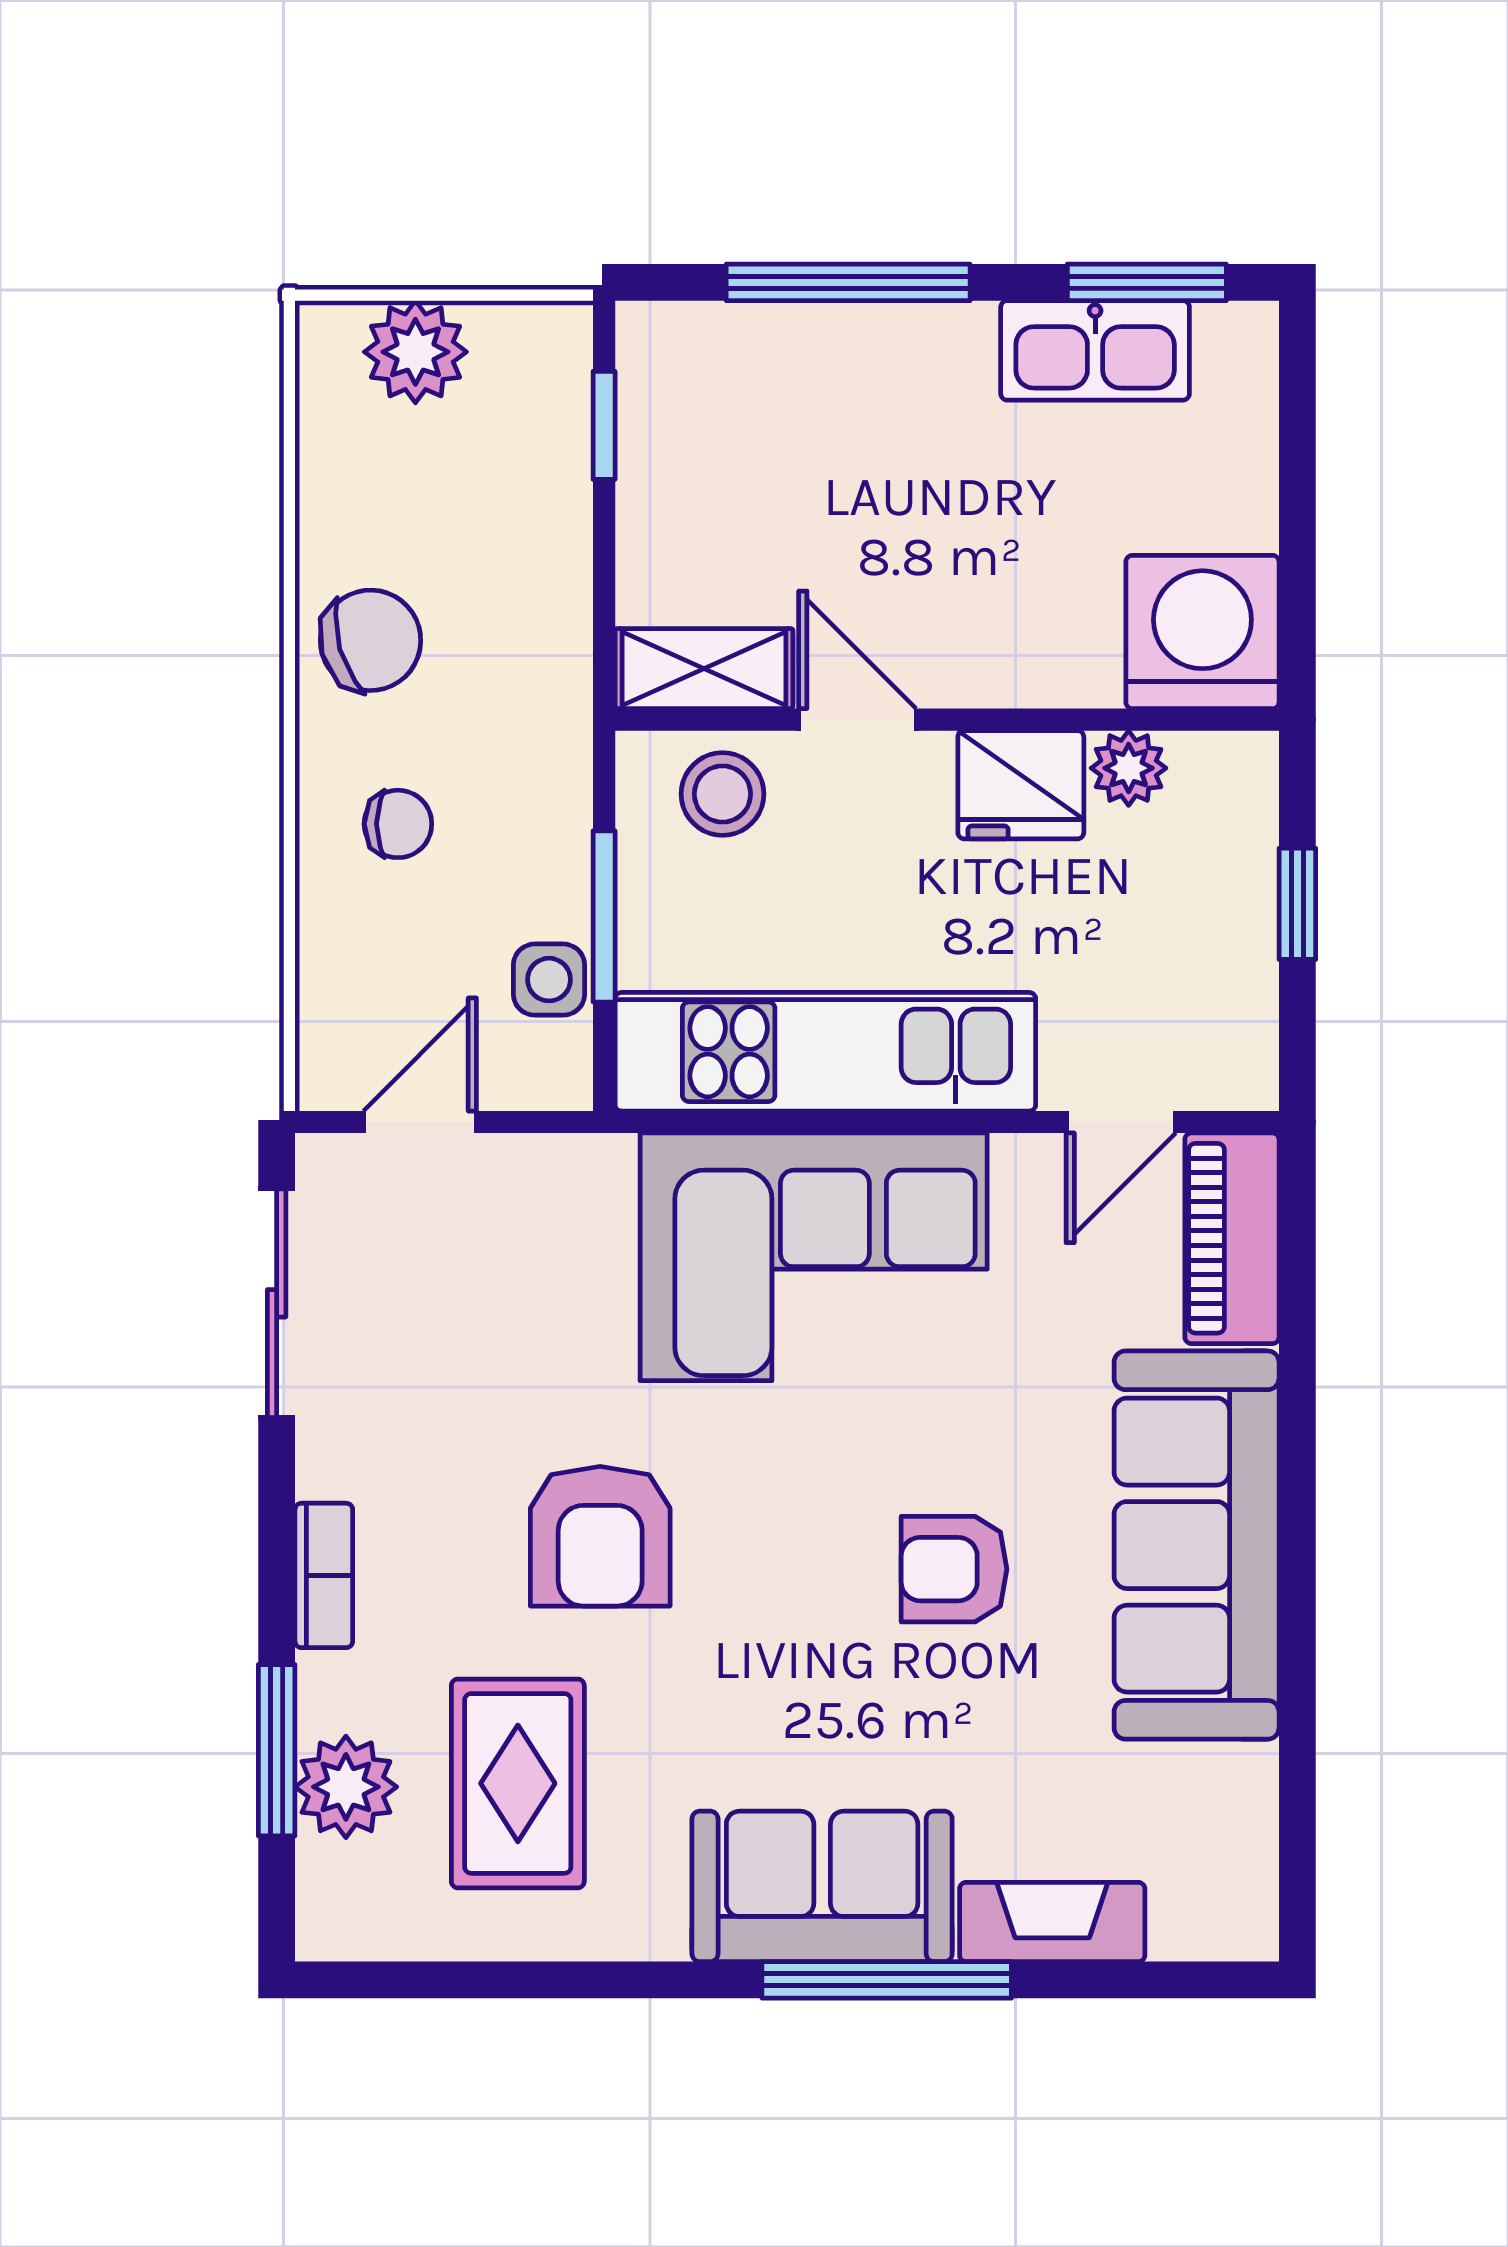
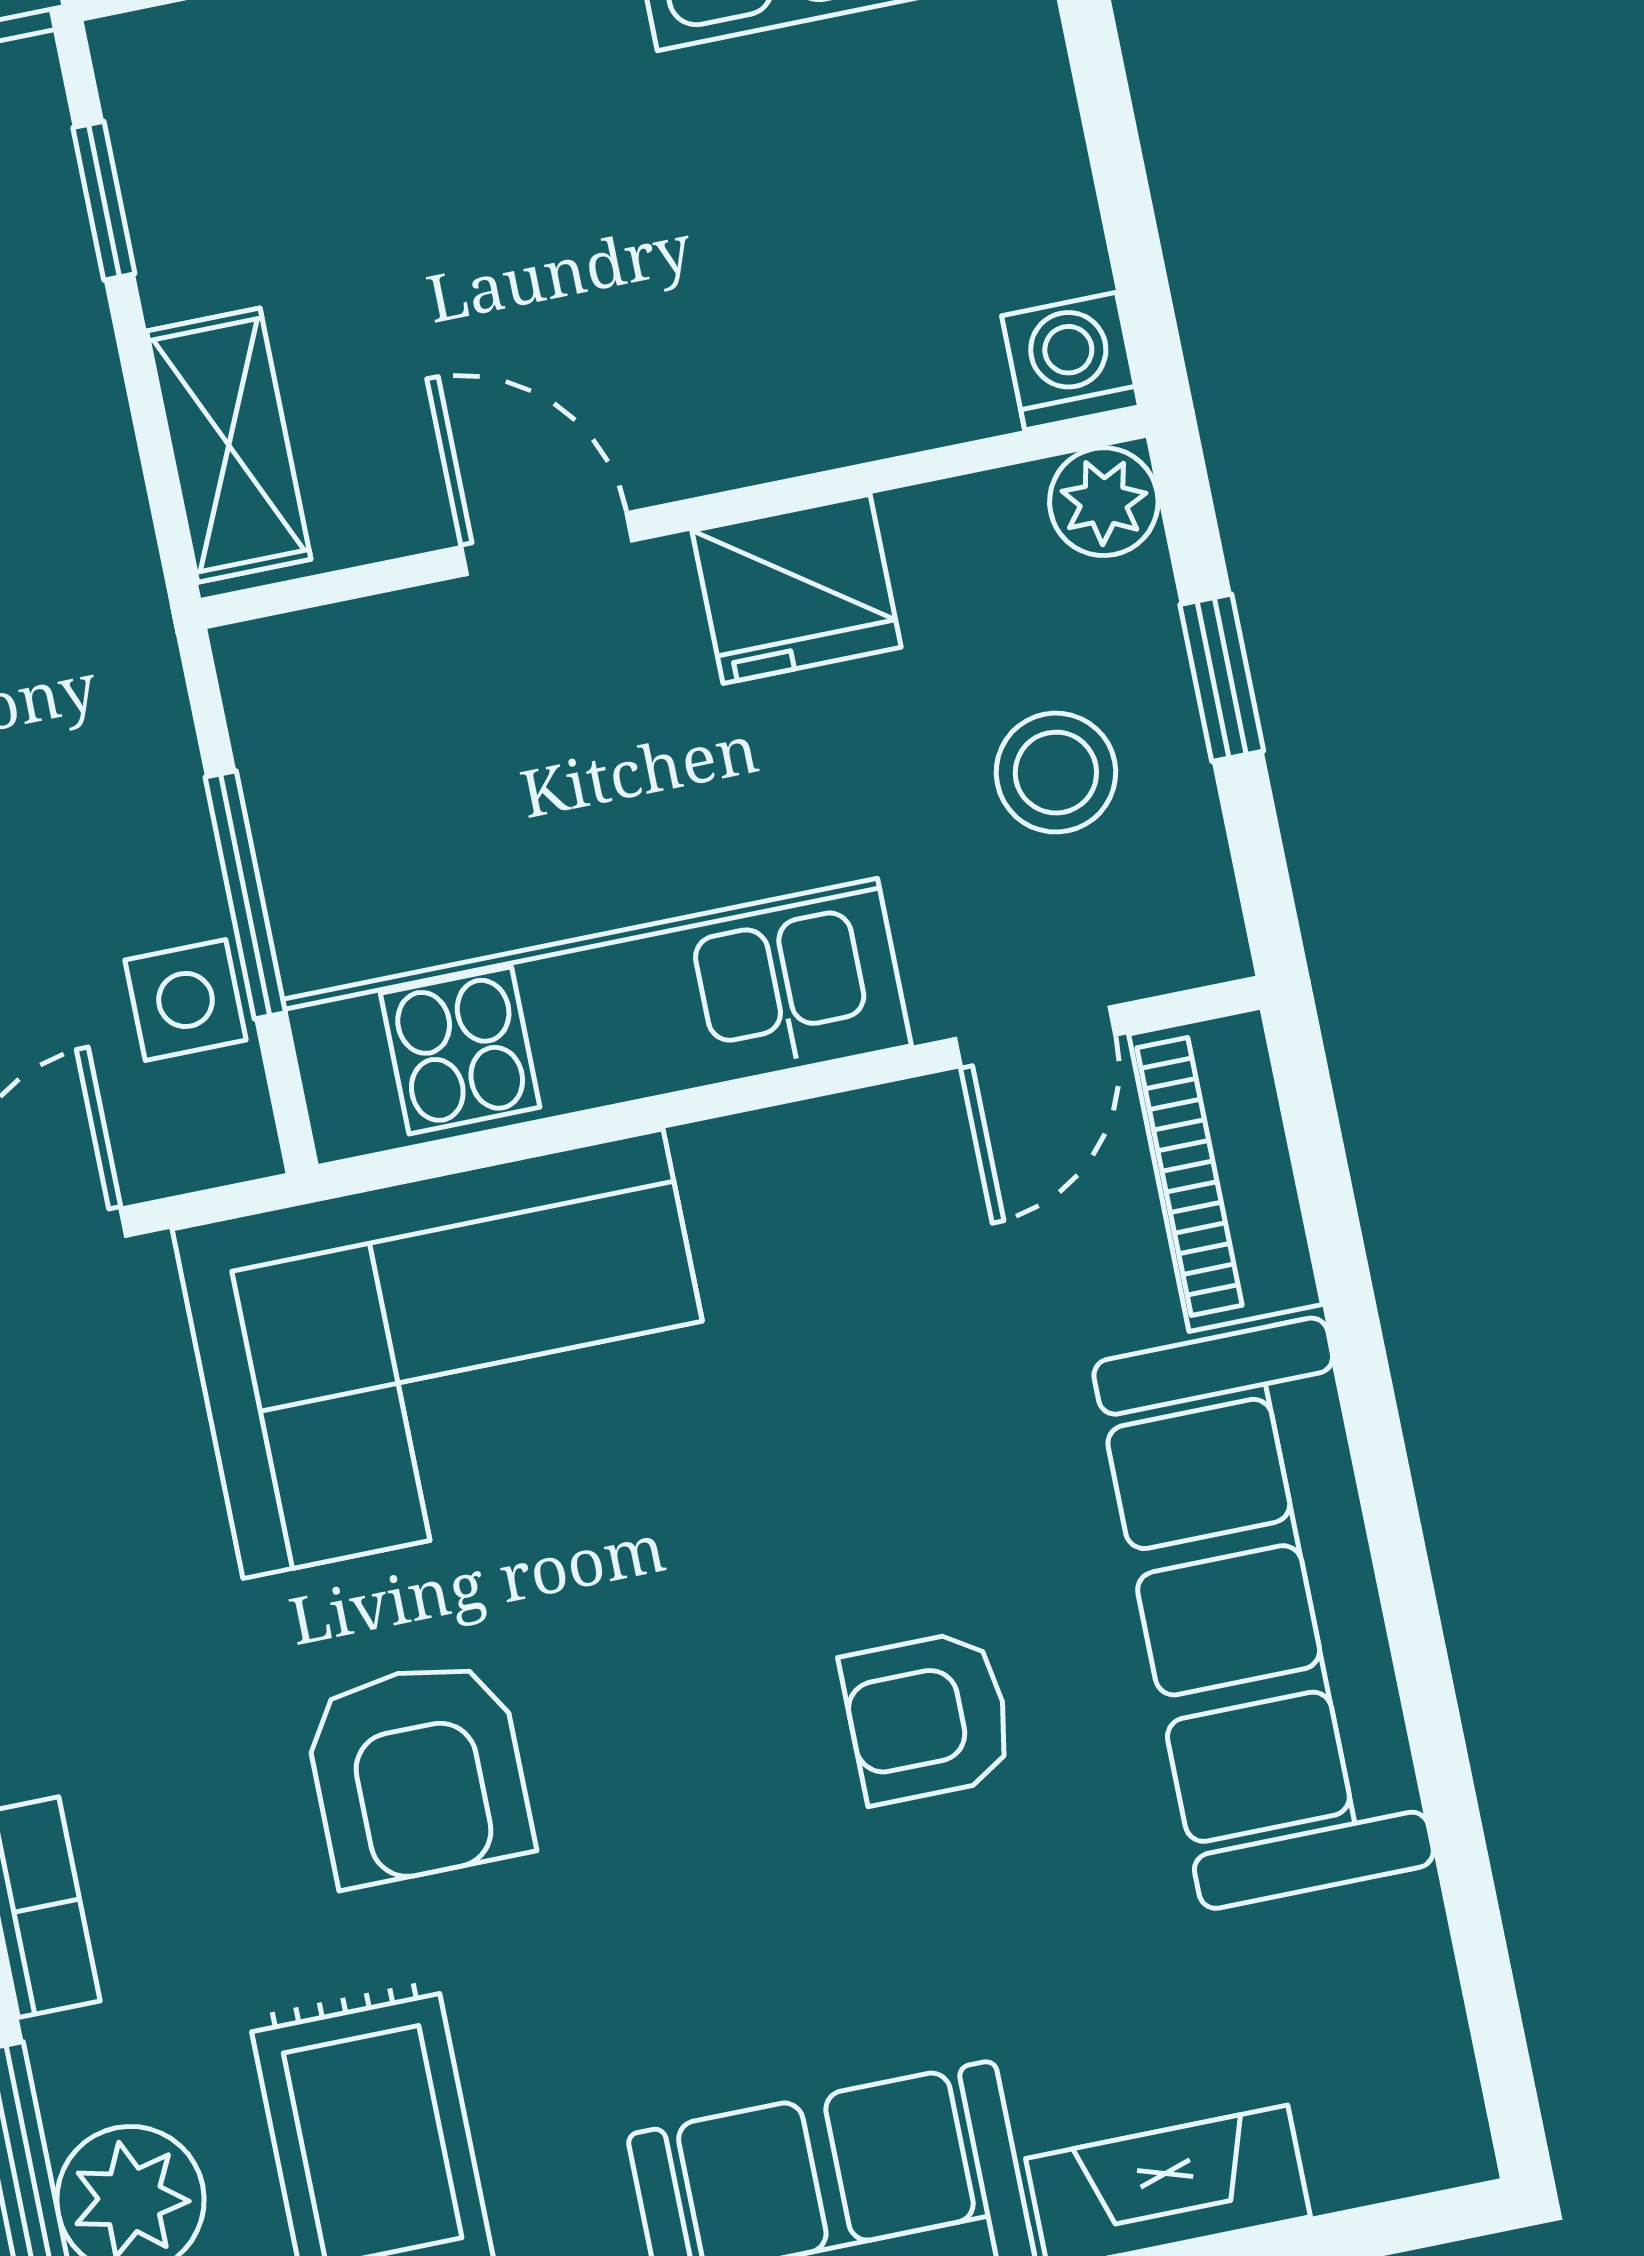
washing machine: (1202, 632) -> (1071, 361), width x0.53, depth x0.53
shelving: (704, 669) -> (229, 445), moved, turned 90
plant: (1129, 768) -> (1104, 502), moved
stool: (722, 794) -> (1056, 773), moved
corner sofa: (814, 1257) -> (453, 1354), moved

